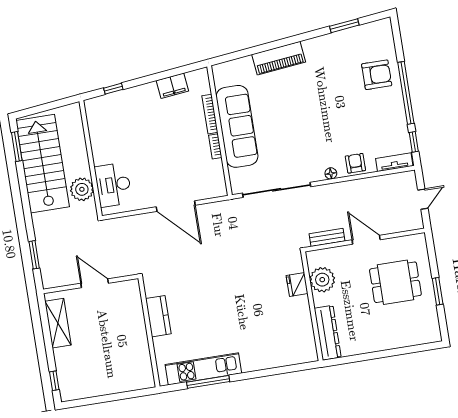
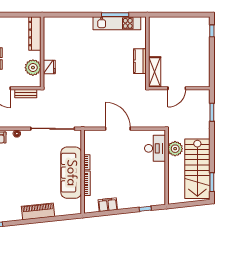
door: (95, 283) -> (177, 88), hinge flipped
shelving: (58, 323) -> (155, 72), moved

